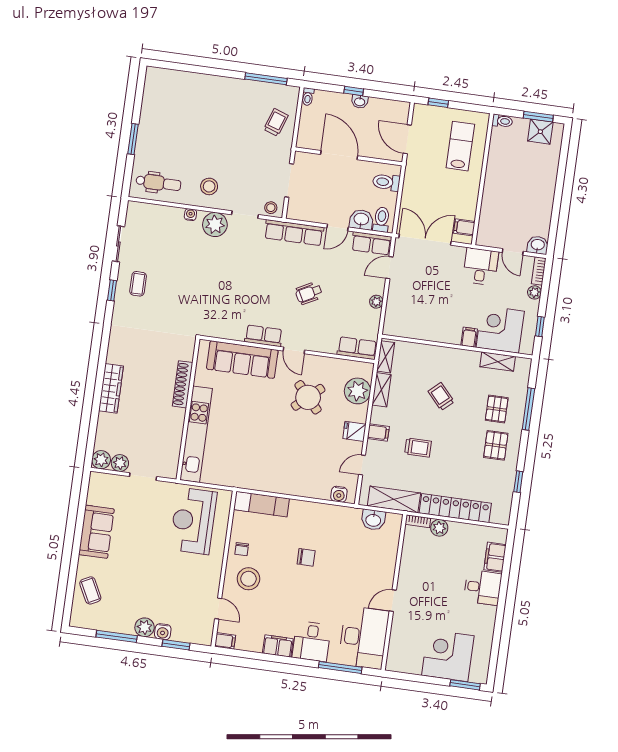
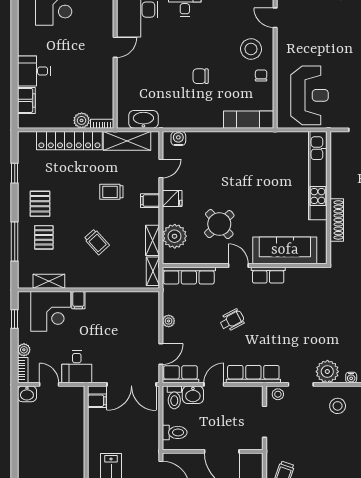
row of seats: (357, 348) -> (189, 276), width x1.48
washbasin: (373, 520) -> (143, 119), width x1.38

